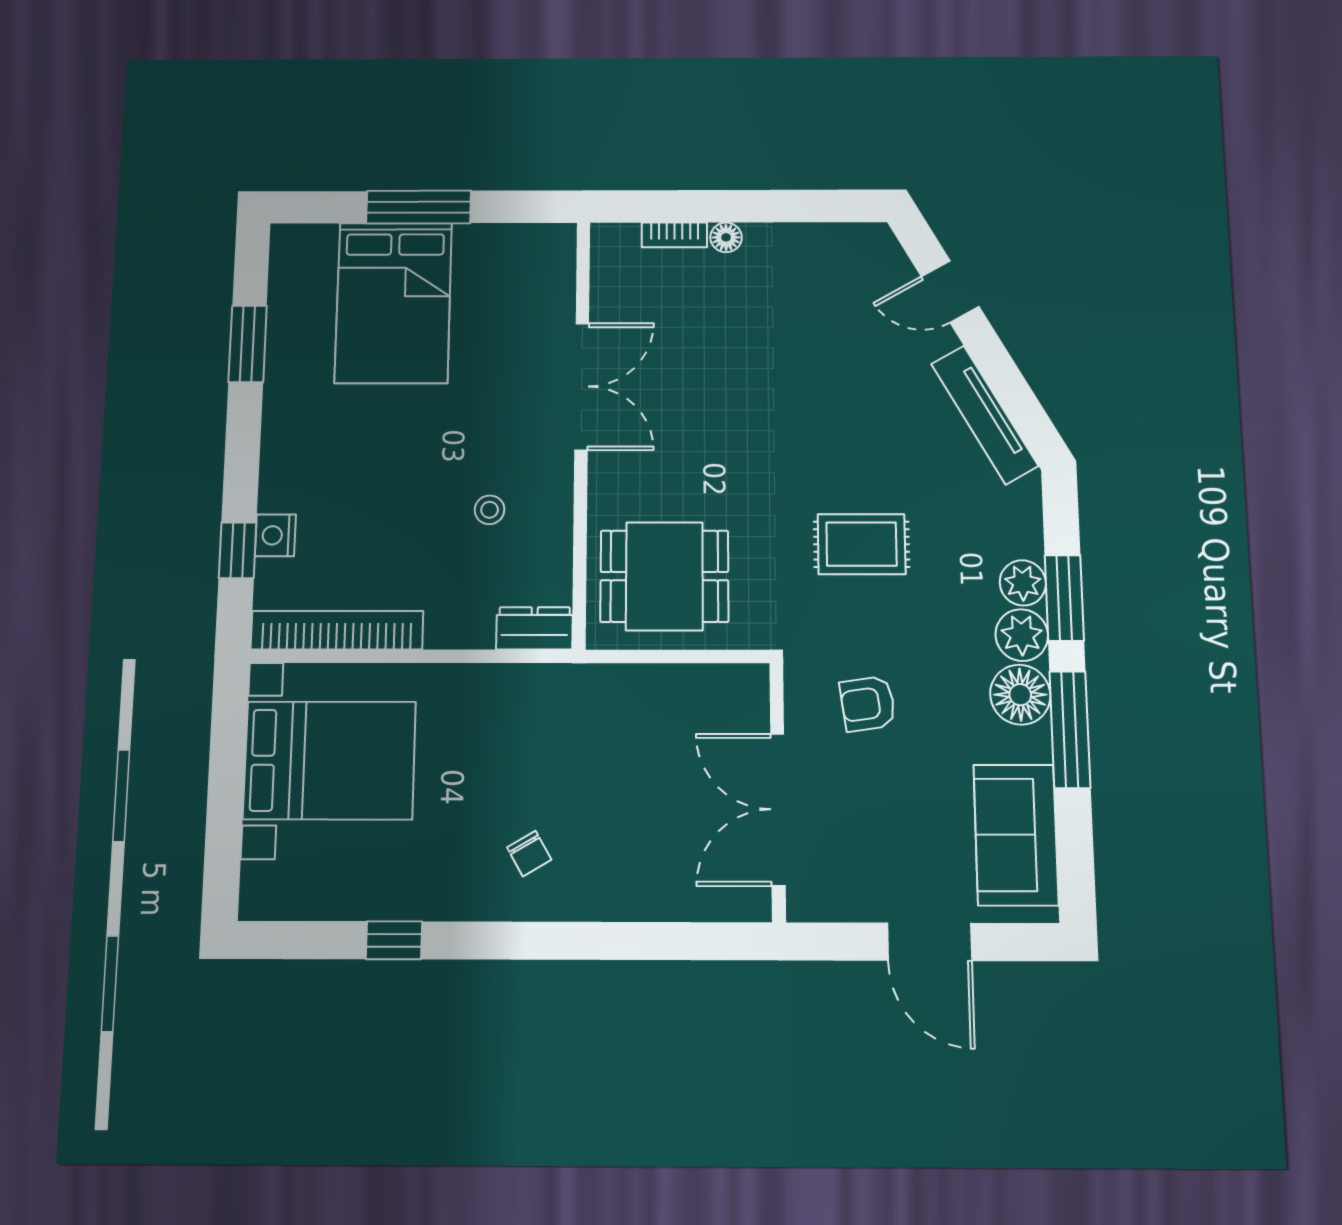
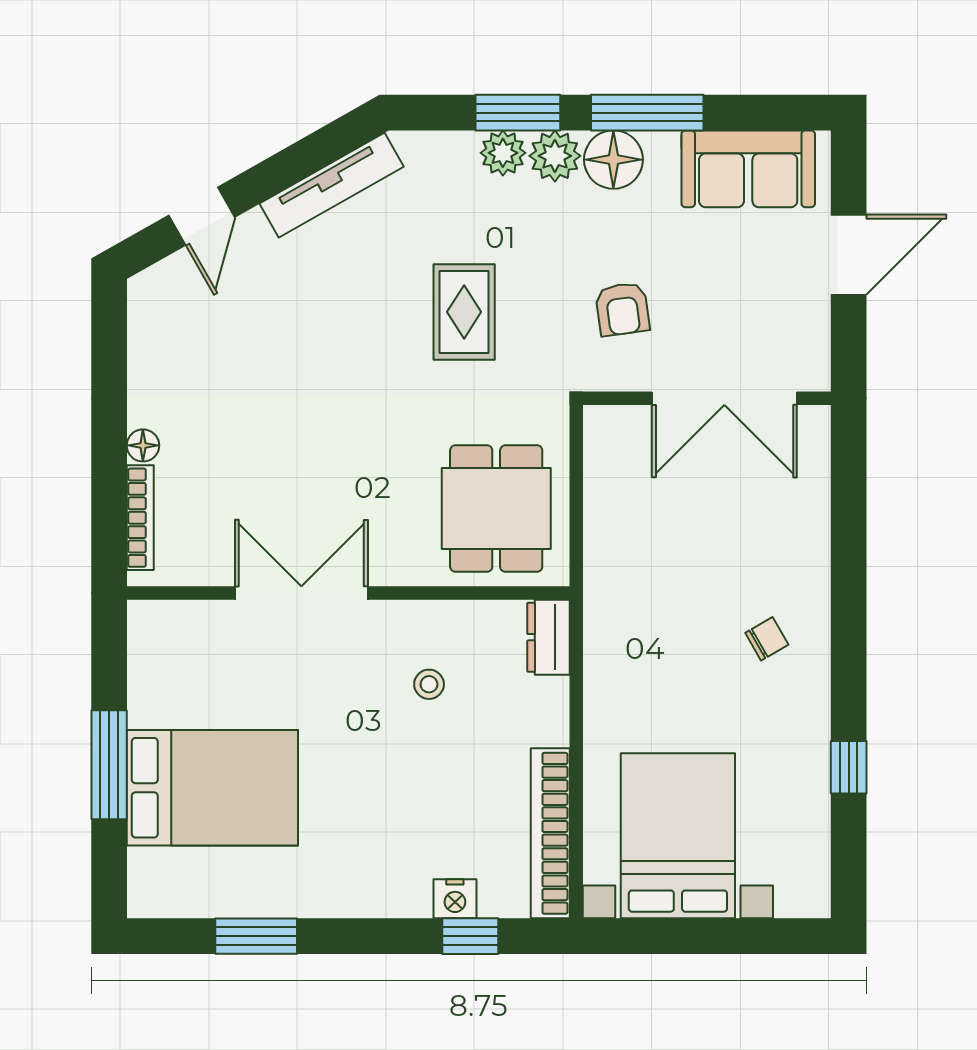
bookcase: (674, 235) -> (140, 518), width x1.56

